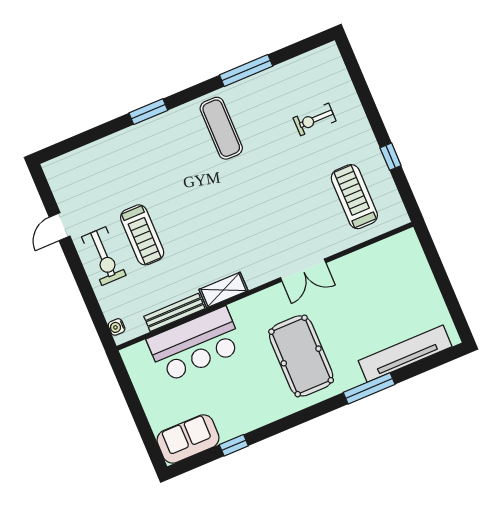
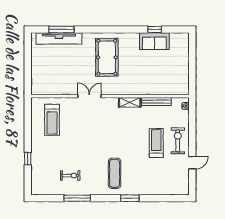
exercise bike: (315, 119) -> (70, 176), moved
exercise mat: (221, 128) -> (115, 173), moved
window: (391, 157) -> (28, 159), moved
bar counter: (195, 345) -> (153, 83), removed
window: (369, 388) -> (61, 29), moved
sofa: (188, 439) -> (154, 41), moved

